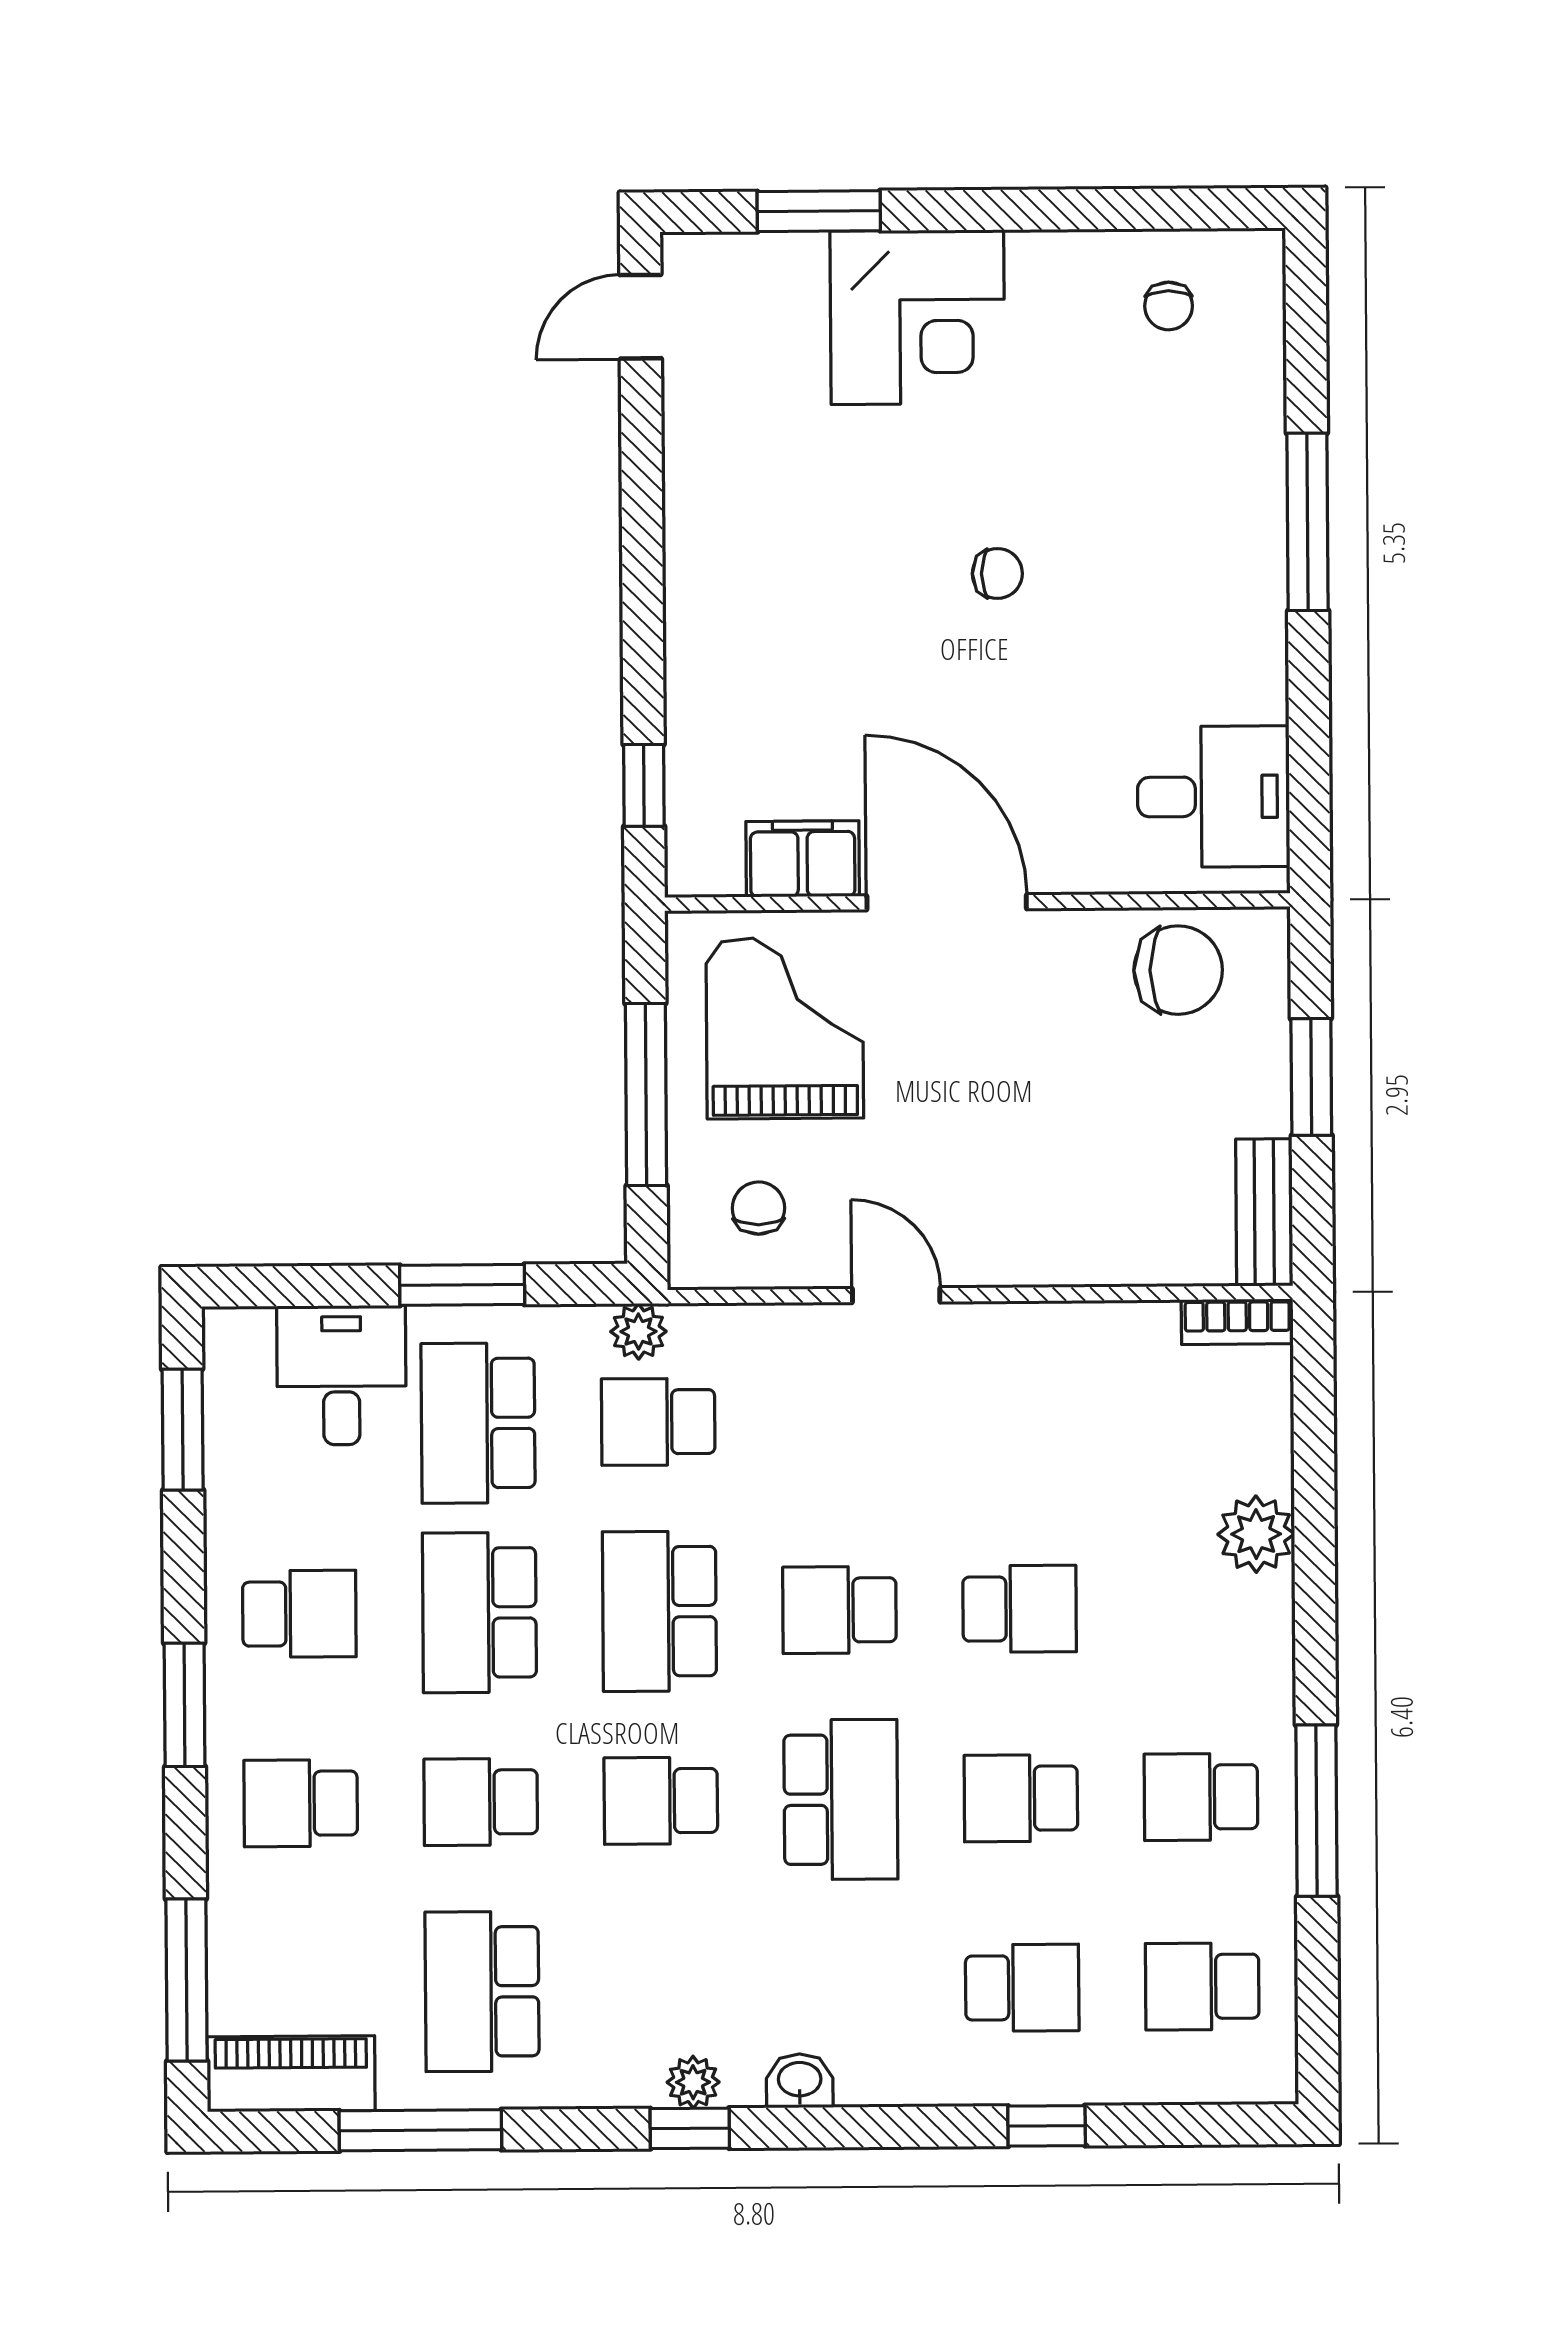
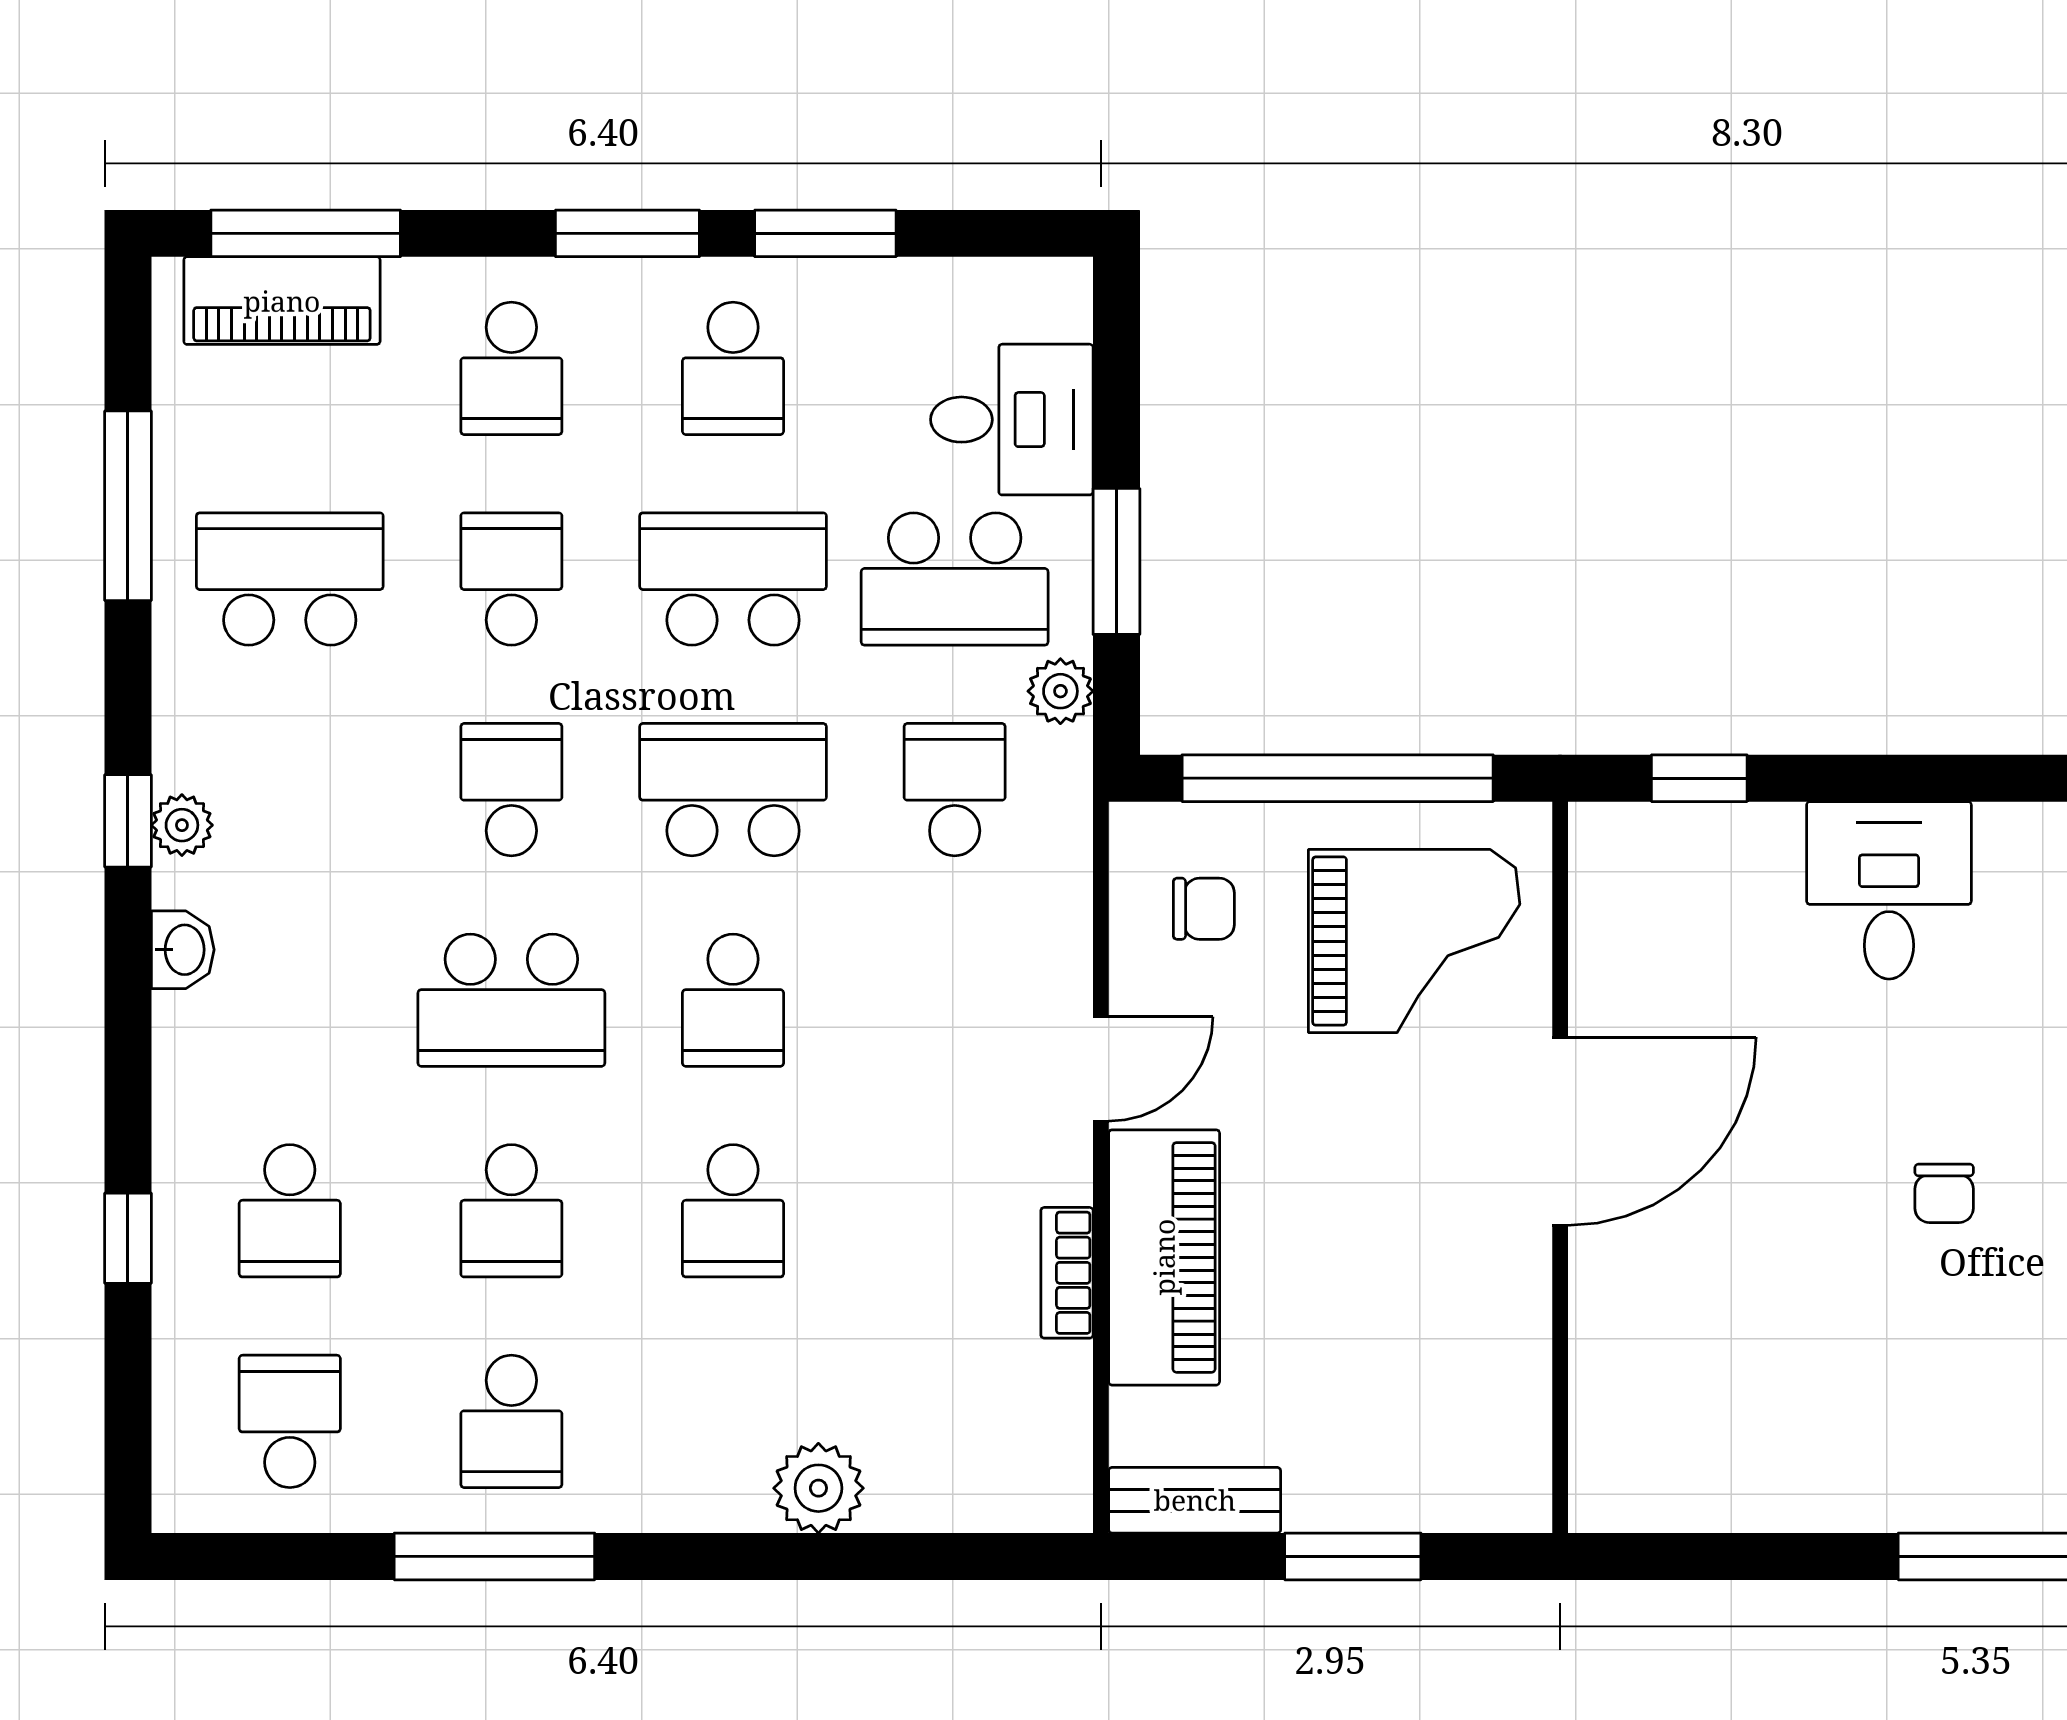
desk: (1214, 797) -> (1889, 890), moved, turned 180
filing cabinet: (803, 859) -> (1612, 963), removed
chair: (1178, 970) -> (1479, 1402), removed
window: (646, 1094) -> (1338, 778), width x1.46
piano: (1057, 1240) -> (1164, 1257), added
bookcase: (1237, 1322) -> (1067, 1273), moved
plant: (638, 1331) -> (1060, 691), moved
school desk: (478, 1423) -> (955, 579), turned 180
window: (183, 1430) -> (825, 233), moved
school desk: (839, 1610) -> (733, 1000), turned 180
school desk: (1201, 1797) -> (511, 1421), turned 180
school desk: (1021, 1798) -> (511, 1211), turned 180
school desk: (301, 1803) -> (511, 368), turned 180
piano: (291, 2074) -> (282, 301), moved, turned 90

